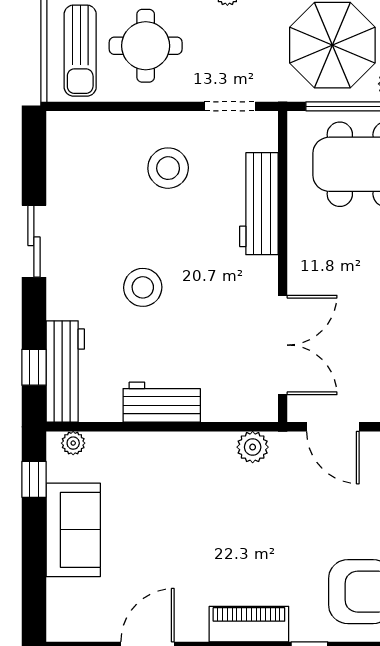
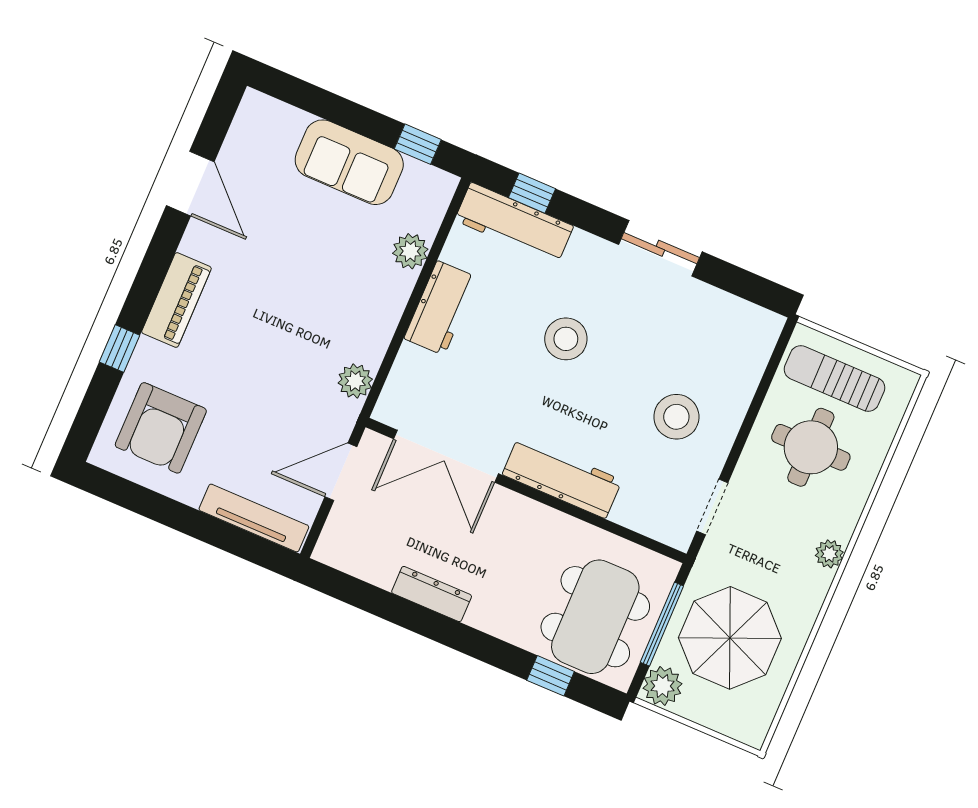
workbench: (259, 204) -> (562, 477), moved
plant: (73, 443) -> (410, 251), moved, width x1.38, depth x1.38

